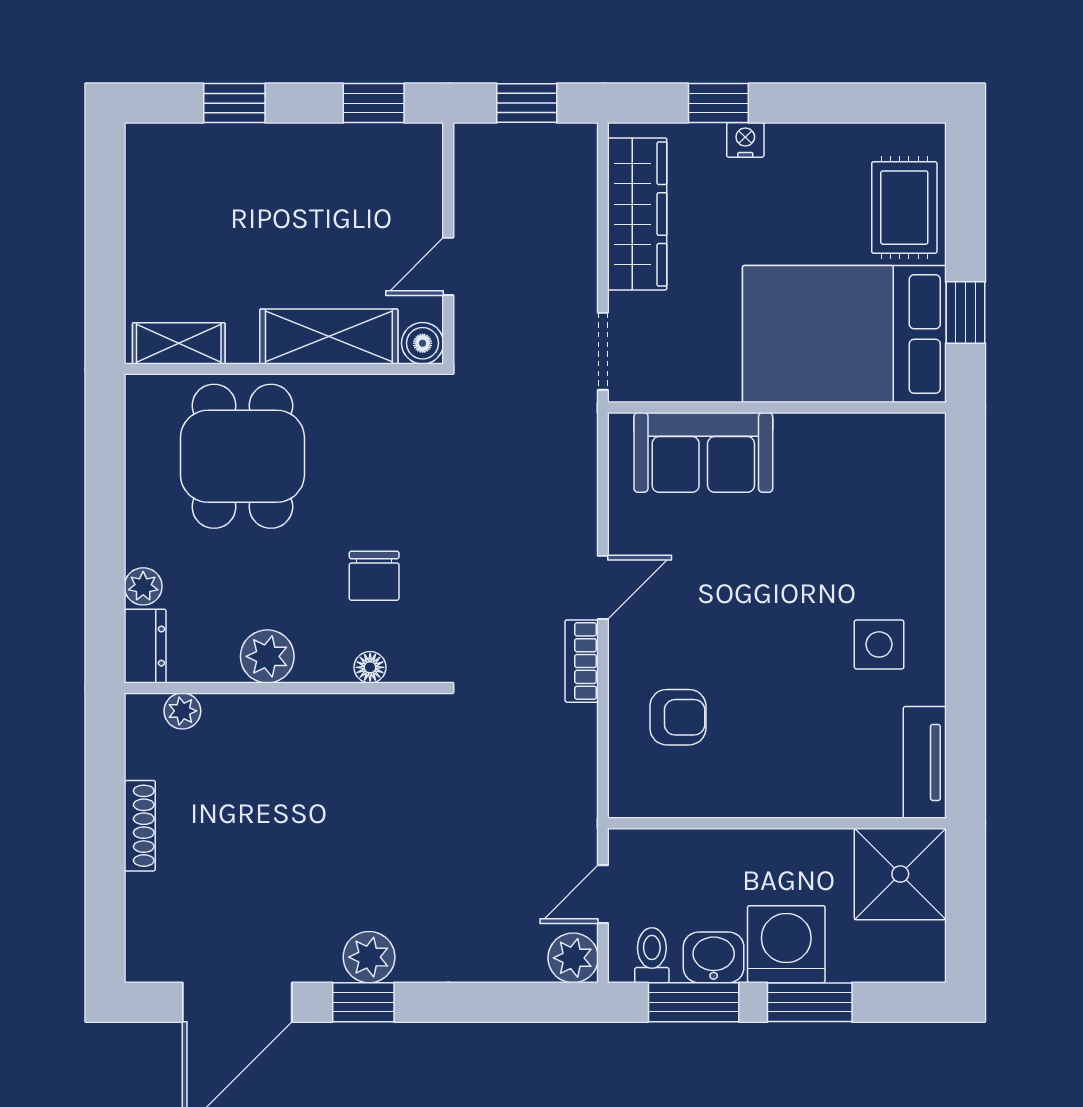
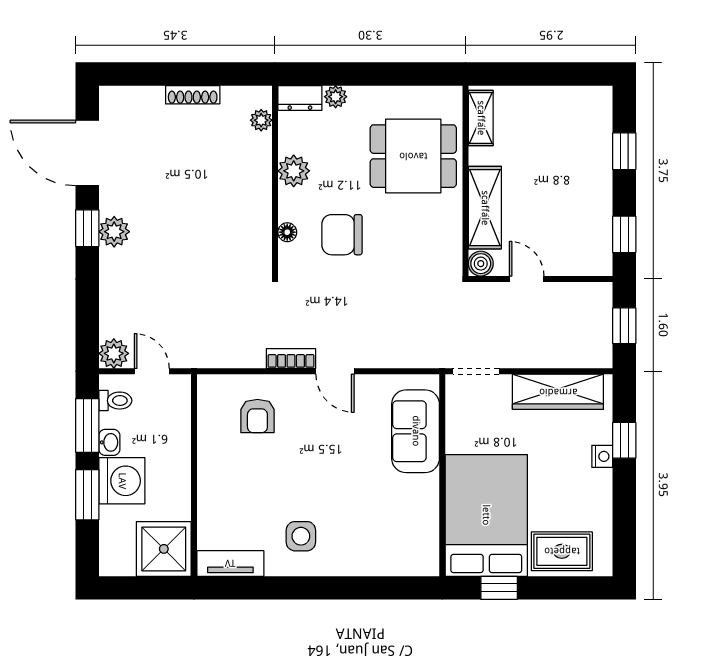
chair: (374, 576) -> (342, 235), width x1.37, depth x1.37
washbasin: (714, 957) -> (109, 442), width x0.72, depth x0.69

